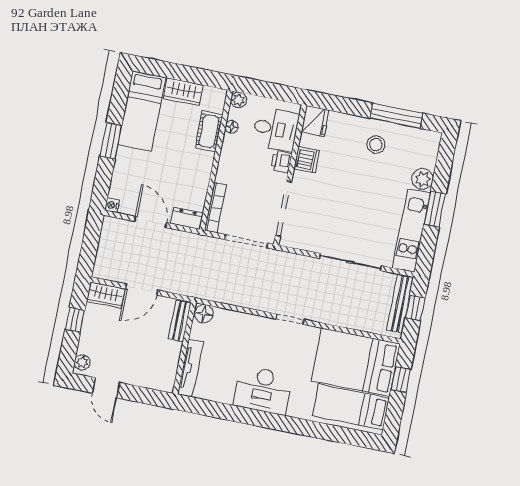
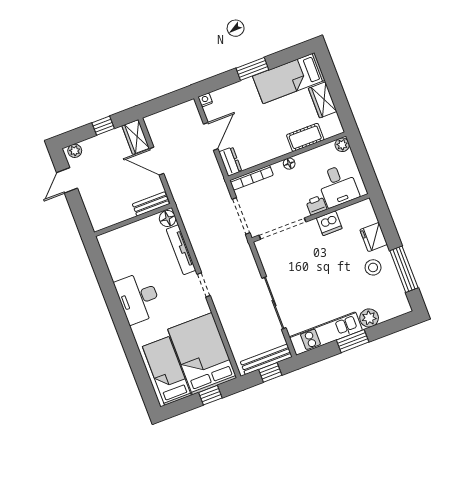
fridge: (315, 121) -> (374, 237), moved, turned 90
floor lamp: (232, 127) -> (289, 164), moved
tv unit: (190, 368) -> (181, 250), moved, turned 90

